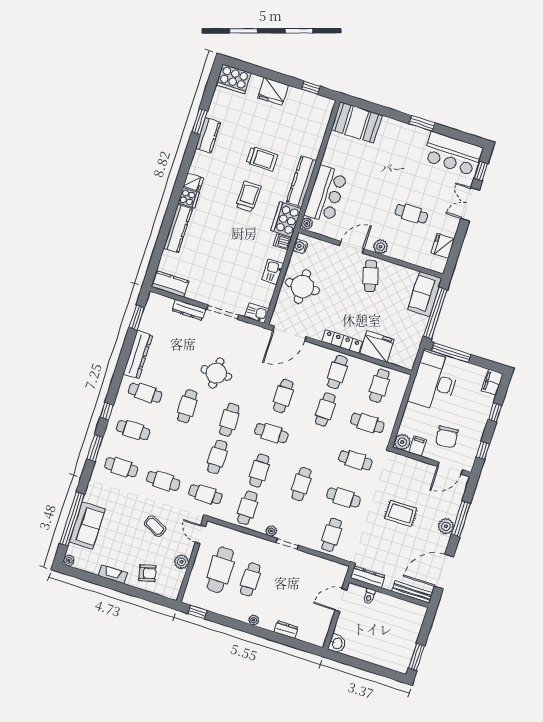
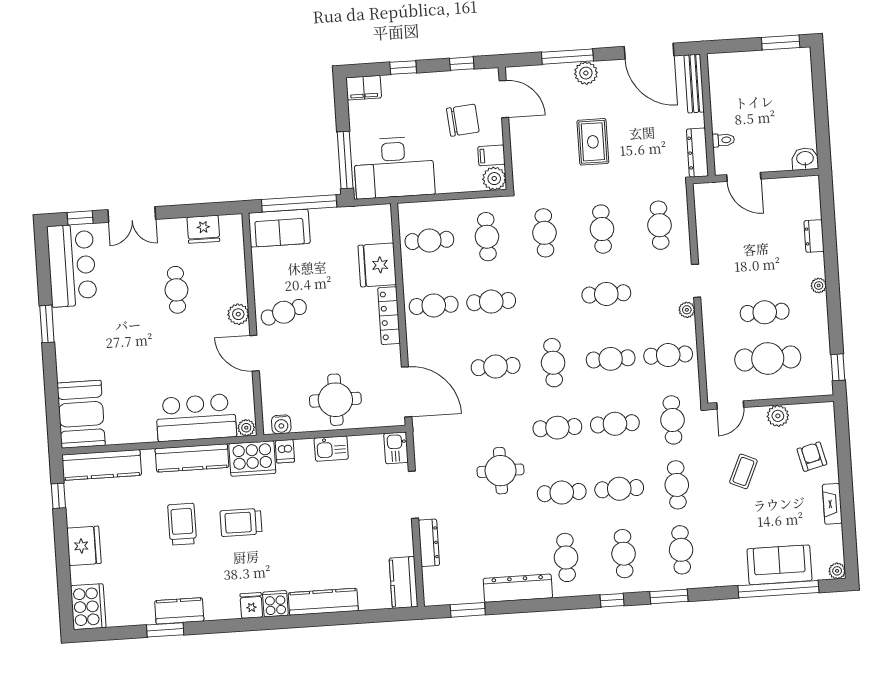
kitchen counter: (320, 123) -> (102, 465), added
cafe table: (175, 444) -> (619, 489), added
cafe table: (331, 535) -> (660, 225), turned 90

